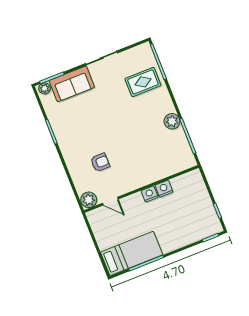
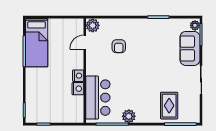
bar counter: (165, 163) -> (98, 98), added

